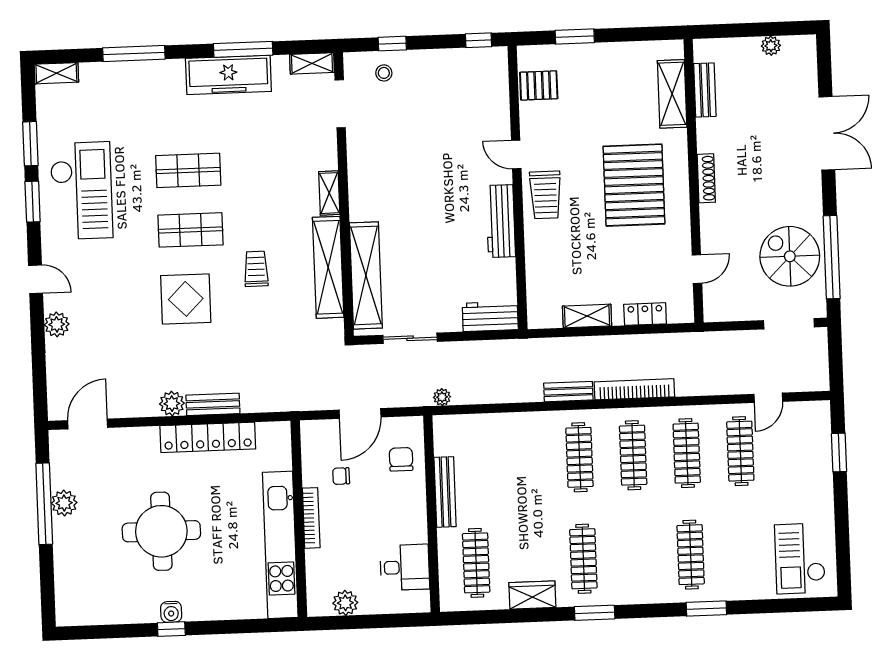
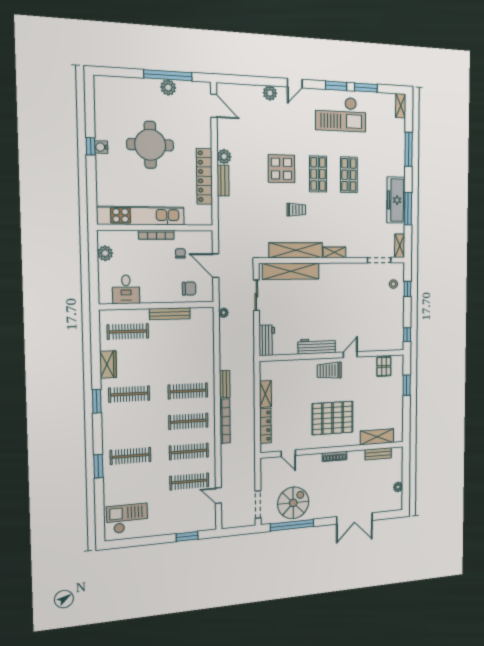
locker: (645, 314) -> (265, 426), width x1.53

